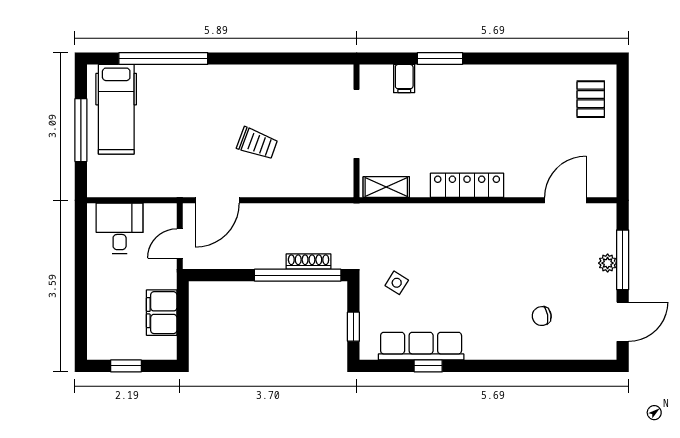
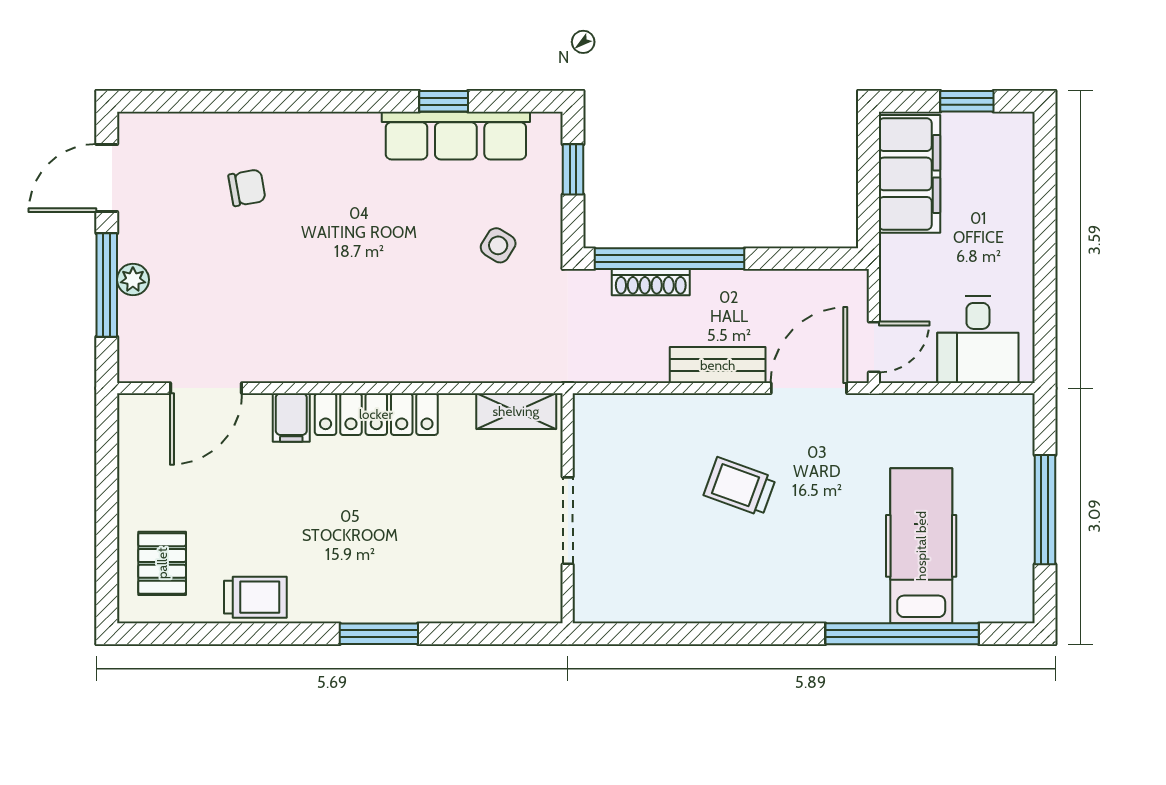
window: (440, 59) -> (379, 634), moved
filing cabinet: (404, 79) -> (291, 418), moved, turned 180
trolley: (537, 80) -> (255, 597), added
hospital bed: (116, 109) -> (921, 546), moved
doorway: (357, 124) -> (568, 521), width x0.73
bench: (270, 214) -> (718, 365), added
door: (180, 243) -> (874, 347), moved
filing cabinet: (162, 313) -> (910, 174), width x1.50, depth x1.17

